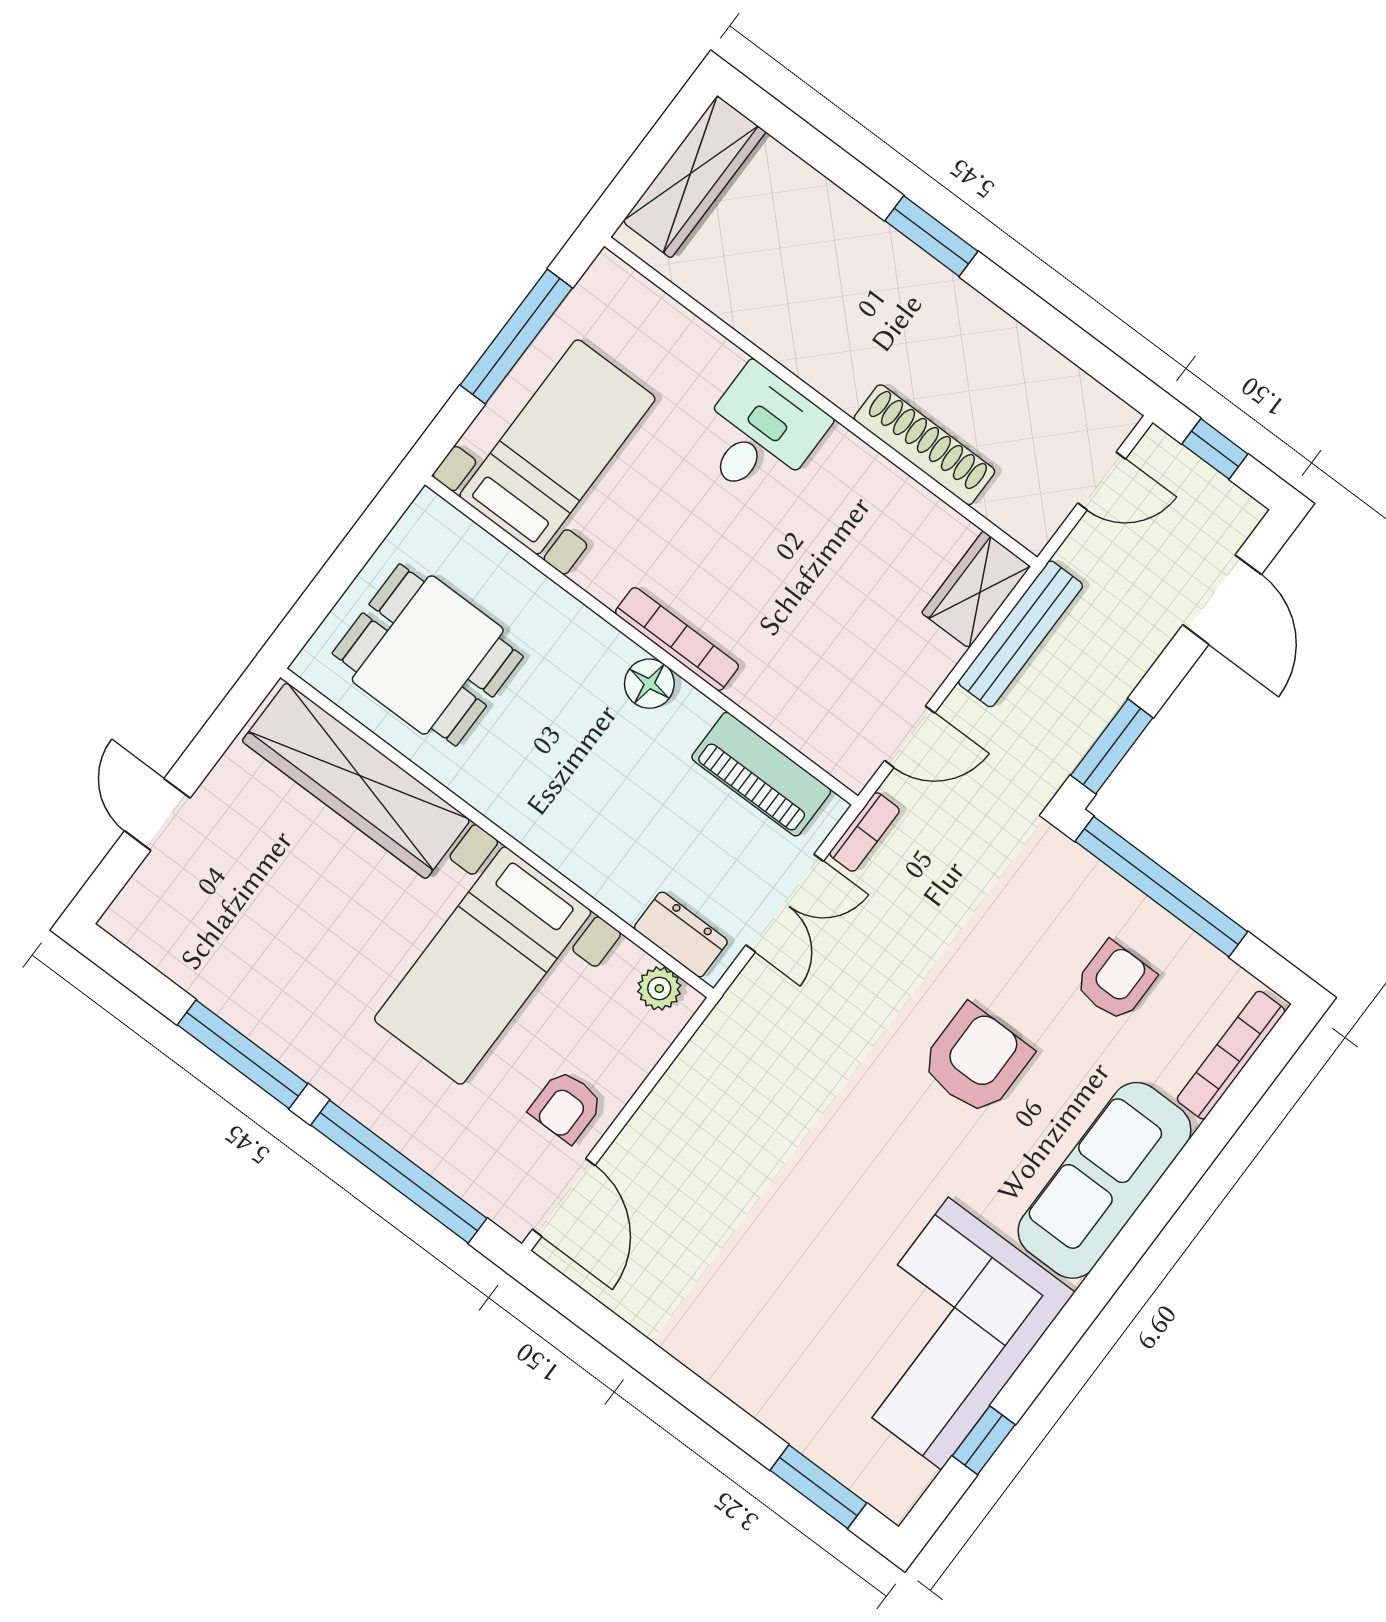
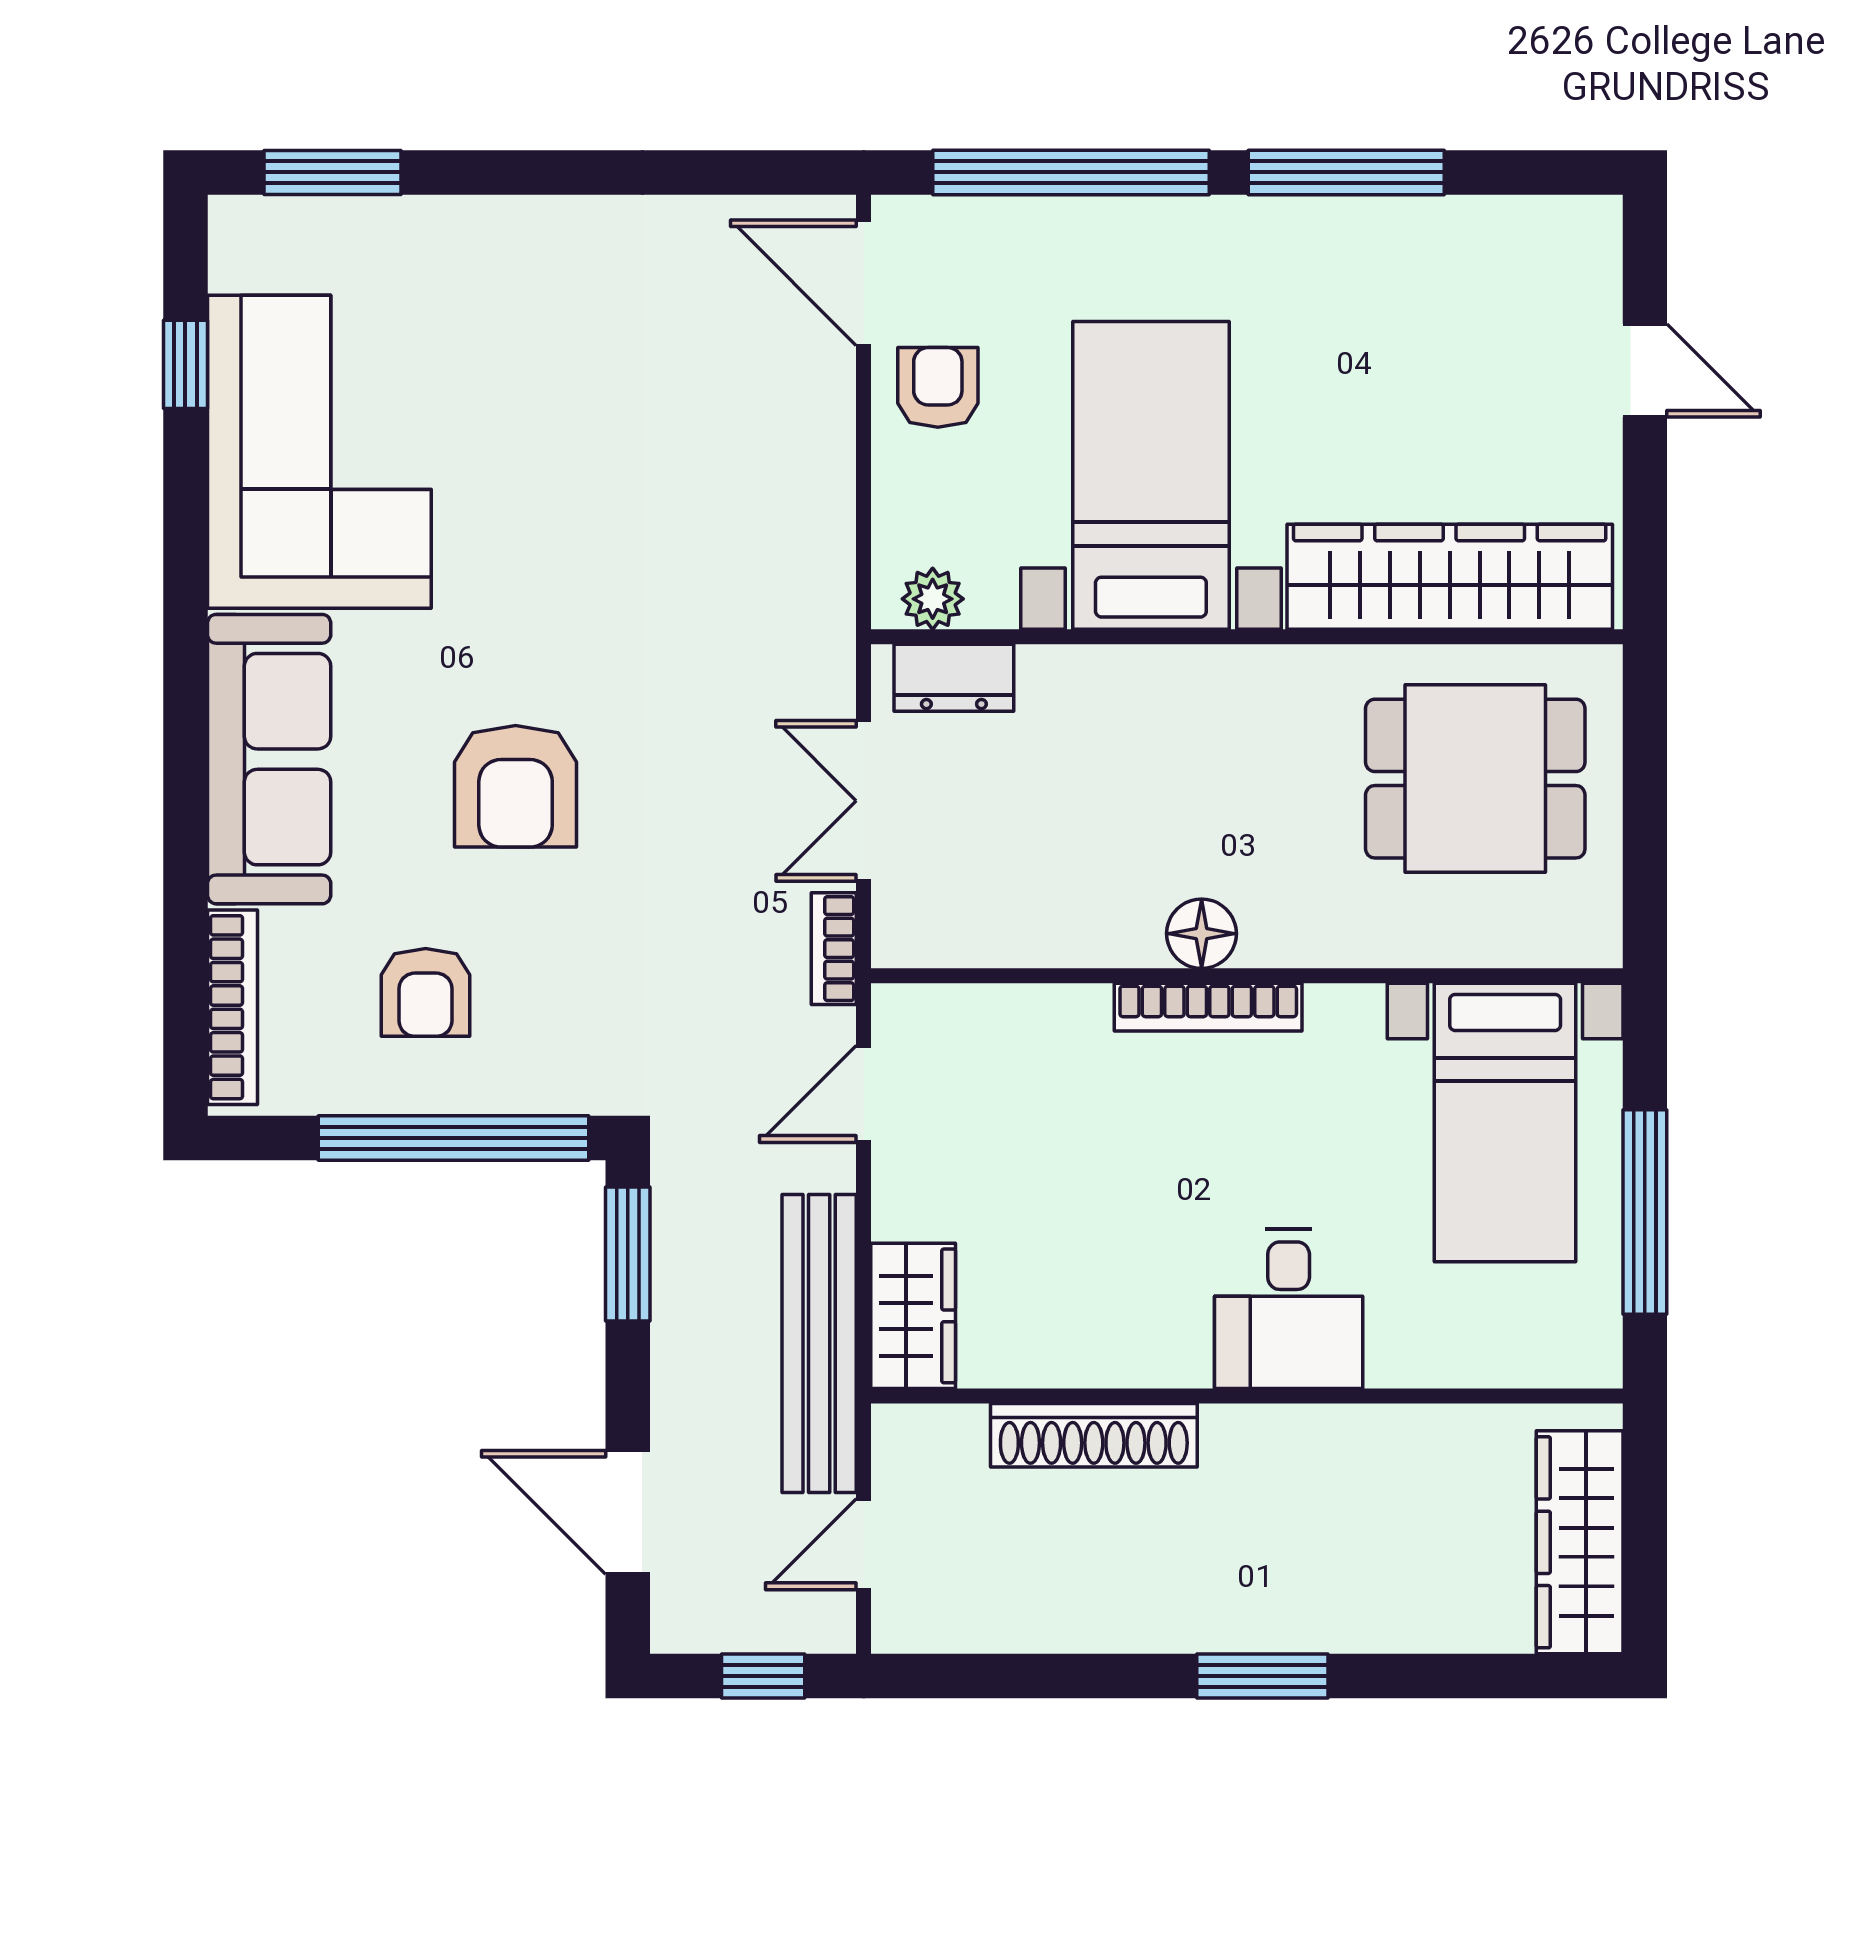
bench: (1021, 634) -> (819, 1343), width x1.37, depth x1.21
piano: (761, 774) -> (999, 926), removed

